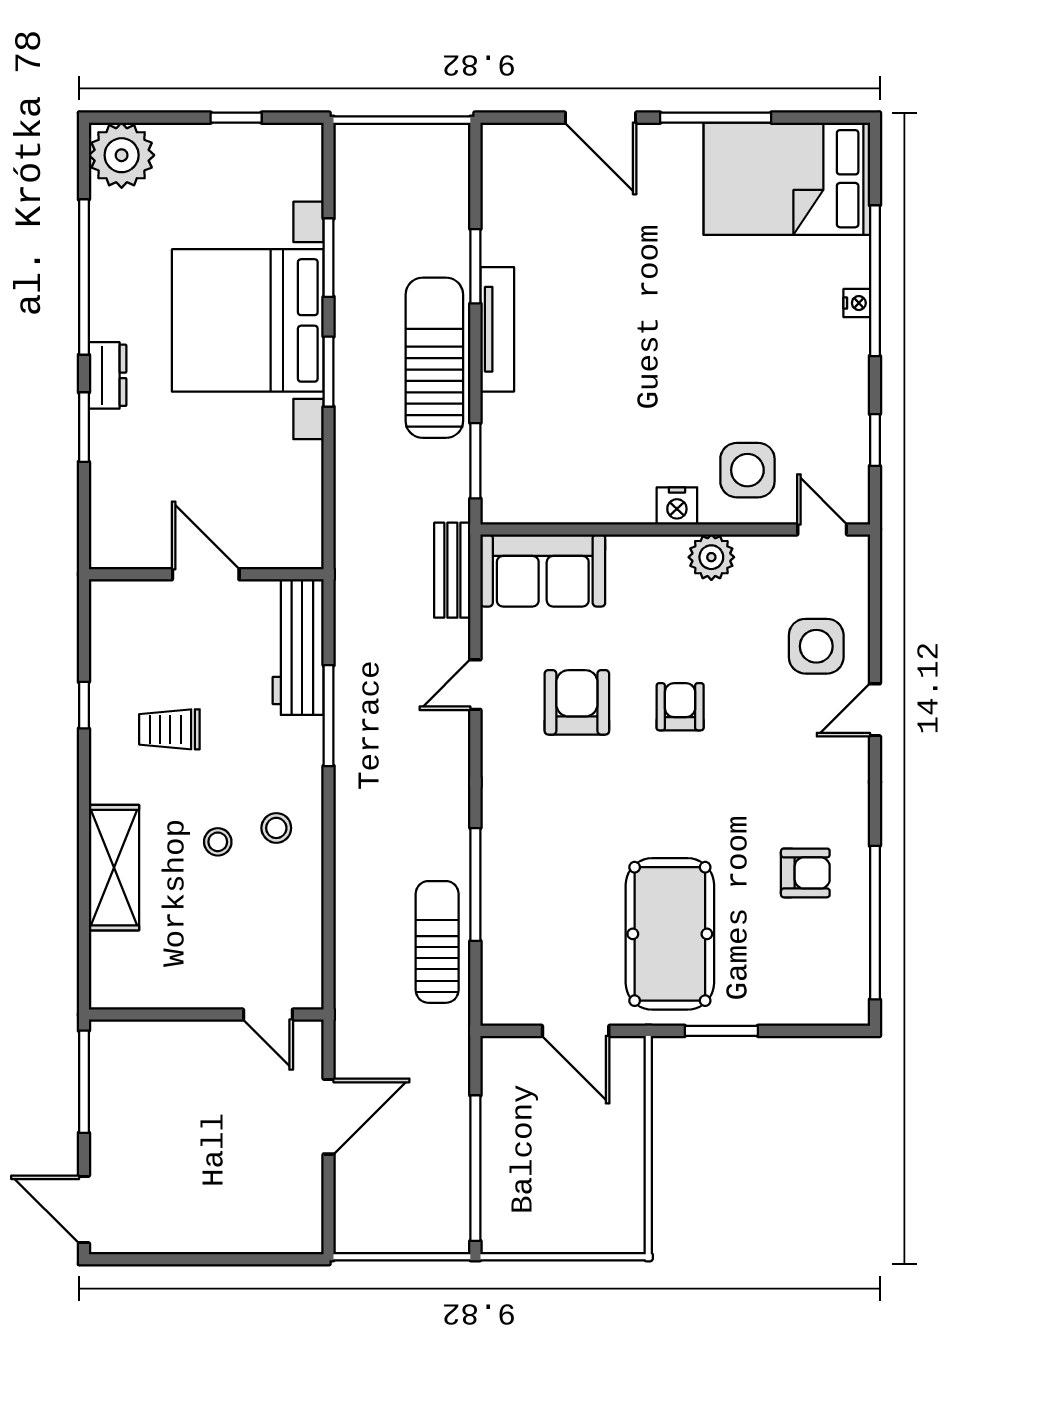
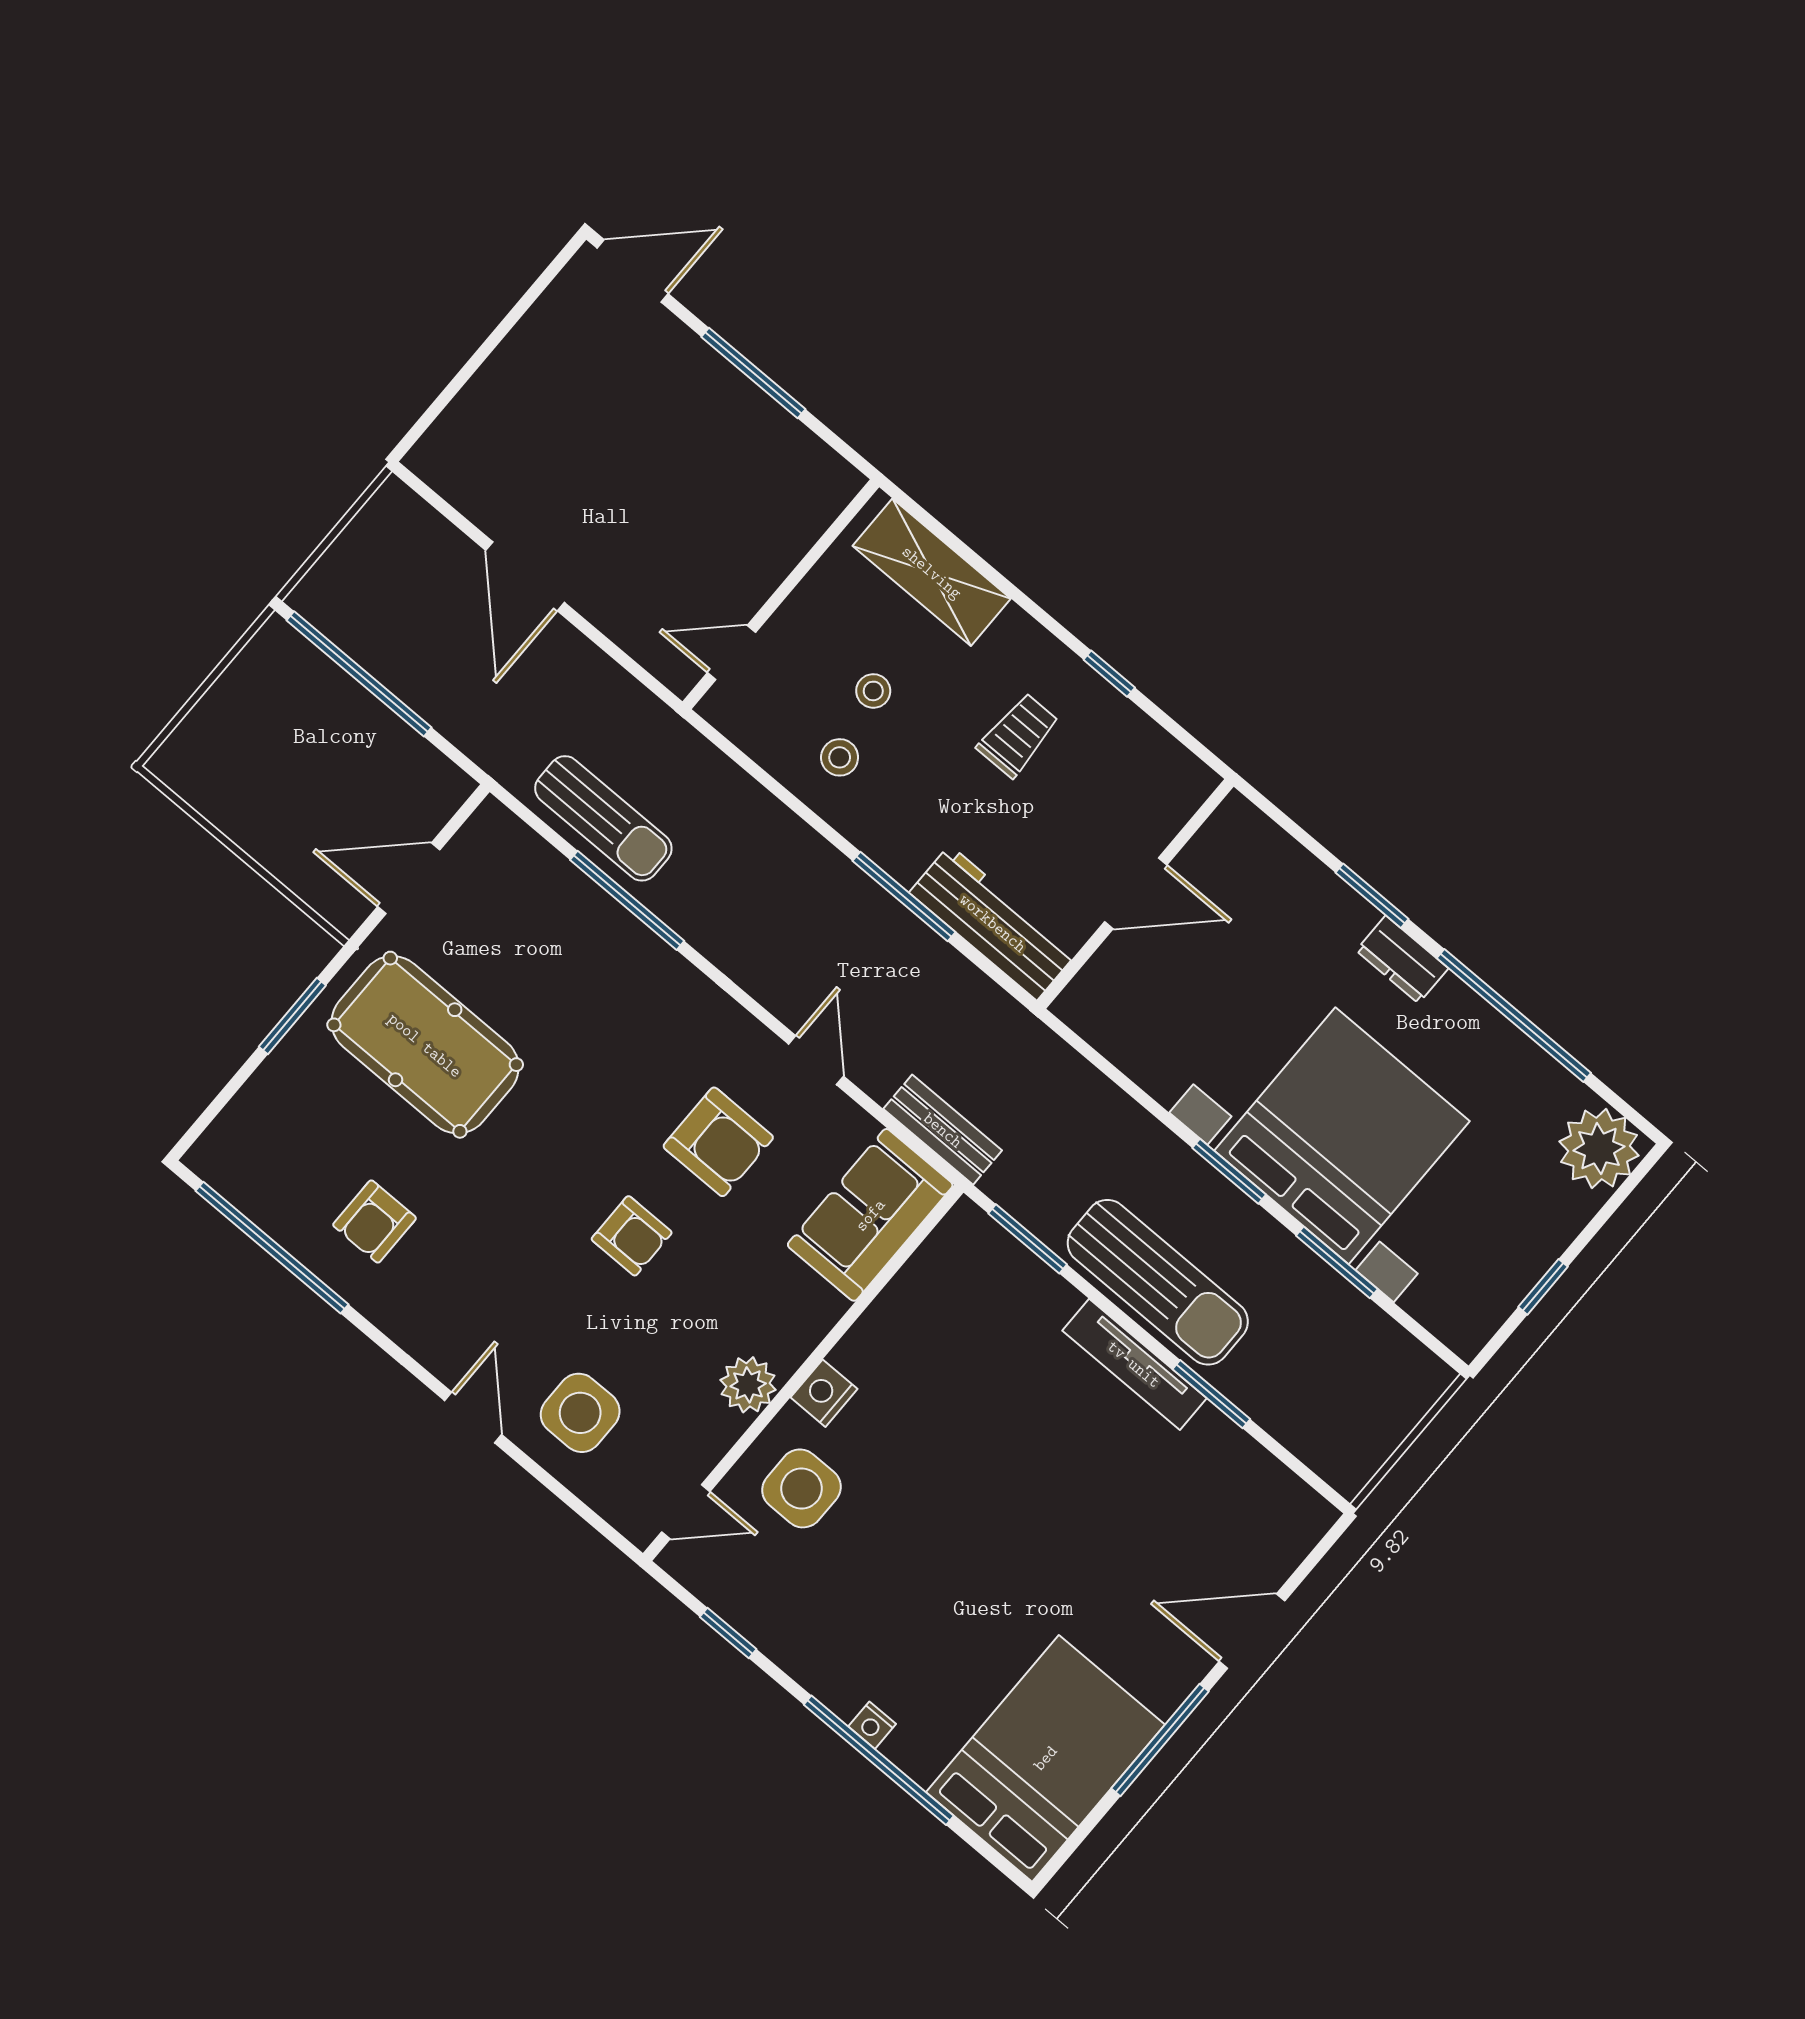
wall: (206, 1015) -> (781, 594), moved
door: (268, 1015) -> (732, 653), moved

